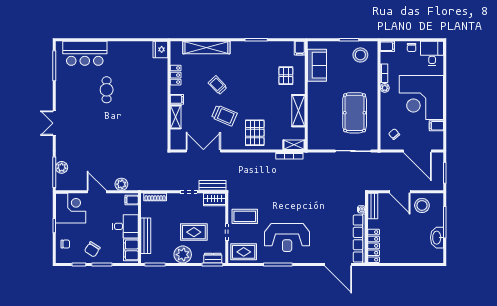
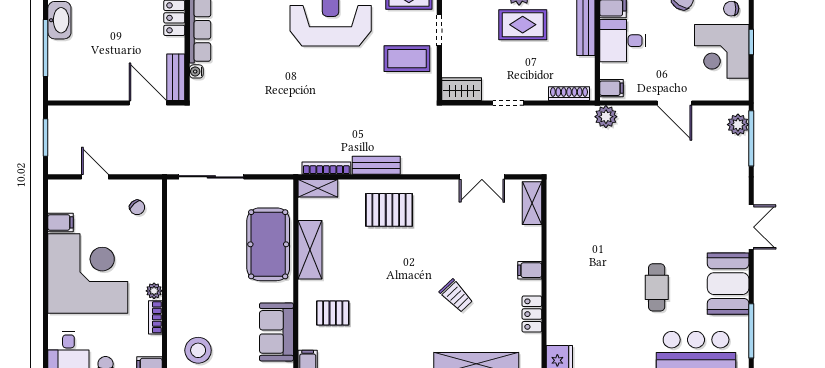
pallet: (286, 76) -> (333, 313), turned 90
booth: (67, 92) -> (728, 284), added
pool table: (355, 113) -> (268, 244), moved
trolley: (224, 115) -> (444, 241), removed
shelving: (176, 117) -> (532, 203), moved
pallet: (255, 133) -> (389, 210), turned 90
double door: (203, 151) -> (482, 177), width x0.73
door: (417, 151) -> (95, 177), width x0.53
plant: (62, 167) -> (738, 125), moved
plant: (121, 184) -> (606, 117), moved
bench: (212, 185) -> (376, 165), moved
door: (400, 192) -> (148, 103), moved
stool: (422, 205) -> (87, 78), removed
corner desk: (71, 208) -> (722, 51), moved
rug: (194, 232) -> (523, 25), moved

